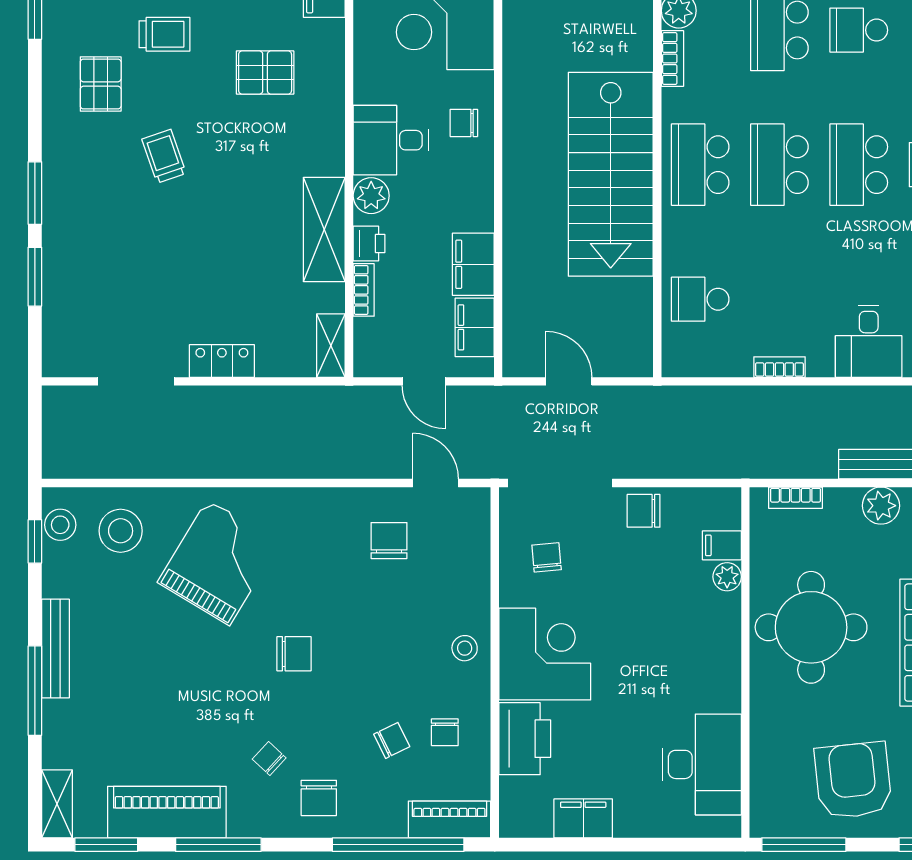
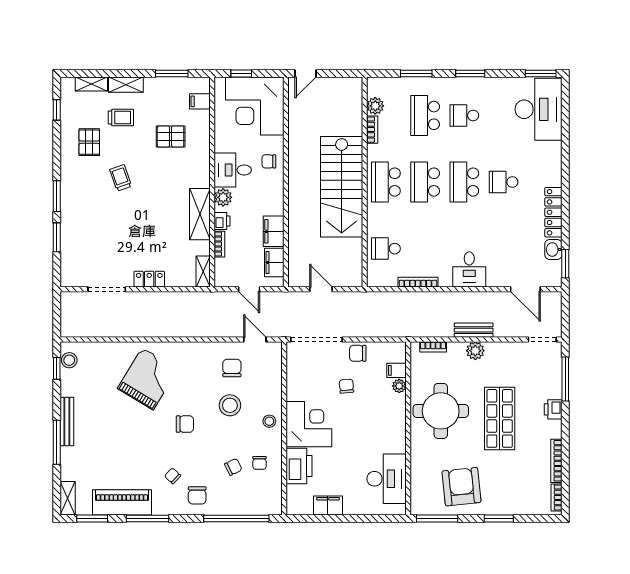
bookcase: (779, 367) -> (418, 282), width x1.56
stool: (121, 531) -> (230, 405), moved
chair: (547, 557) -> (346, 386), moved
piano: (449, 819) -> (262, 506), removed

